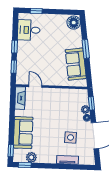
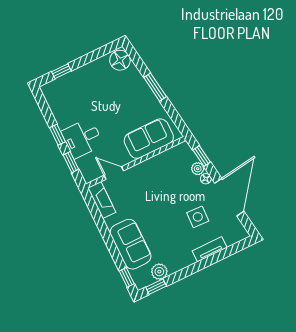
desk: (29, 30) -> (82, 138), moved
sofa: (76, 64) -> (149, 139), moved, turned 98

